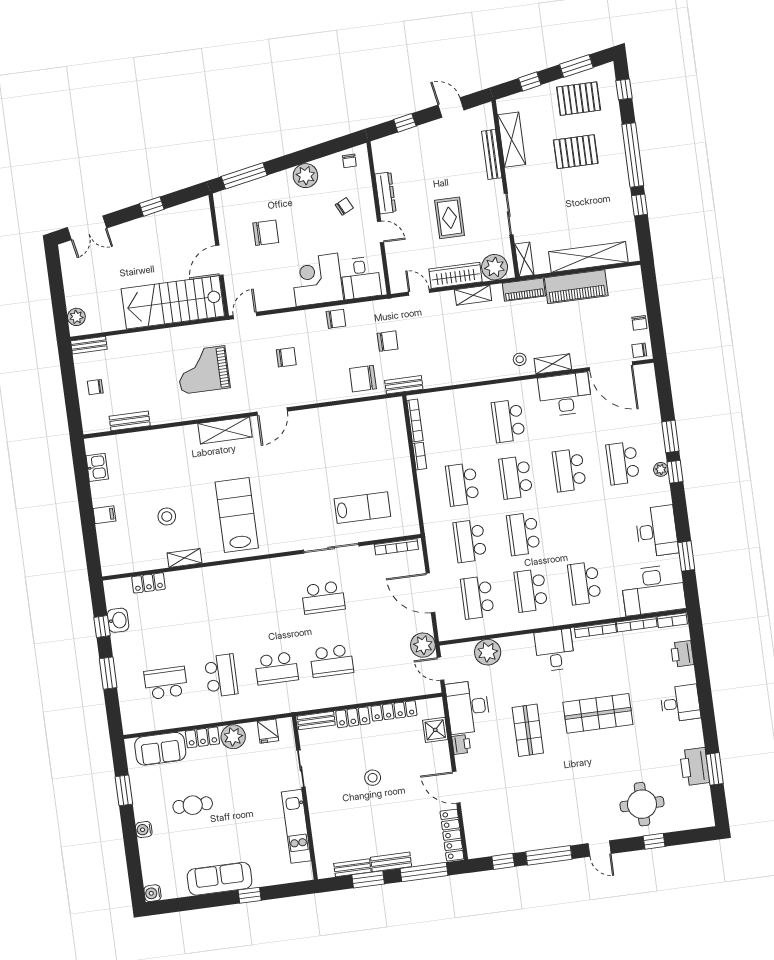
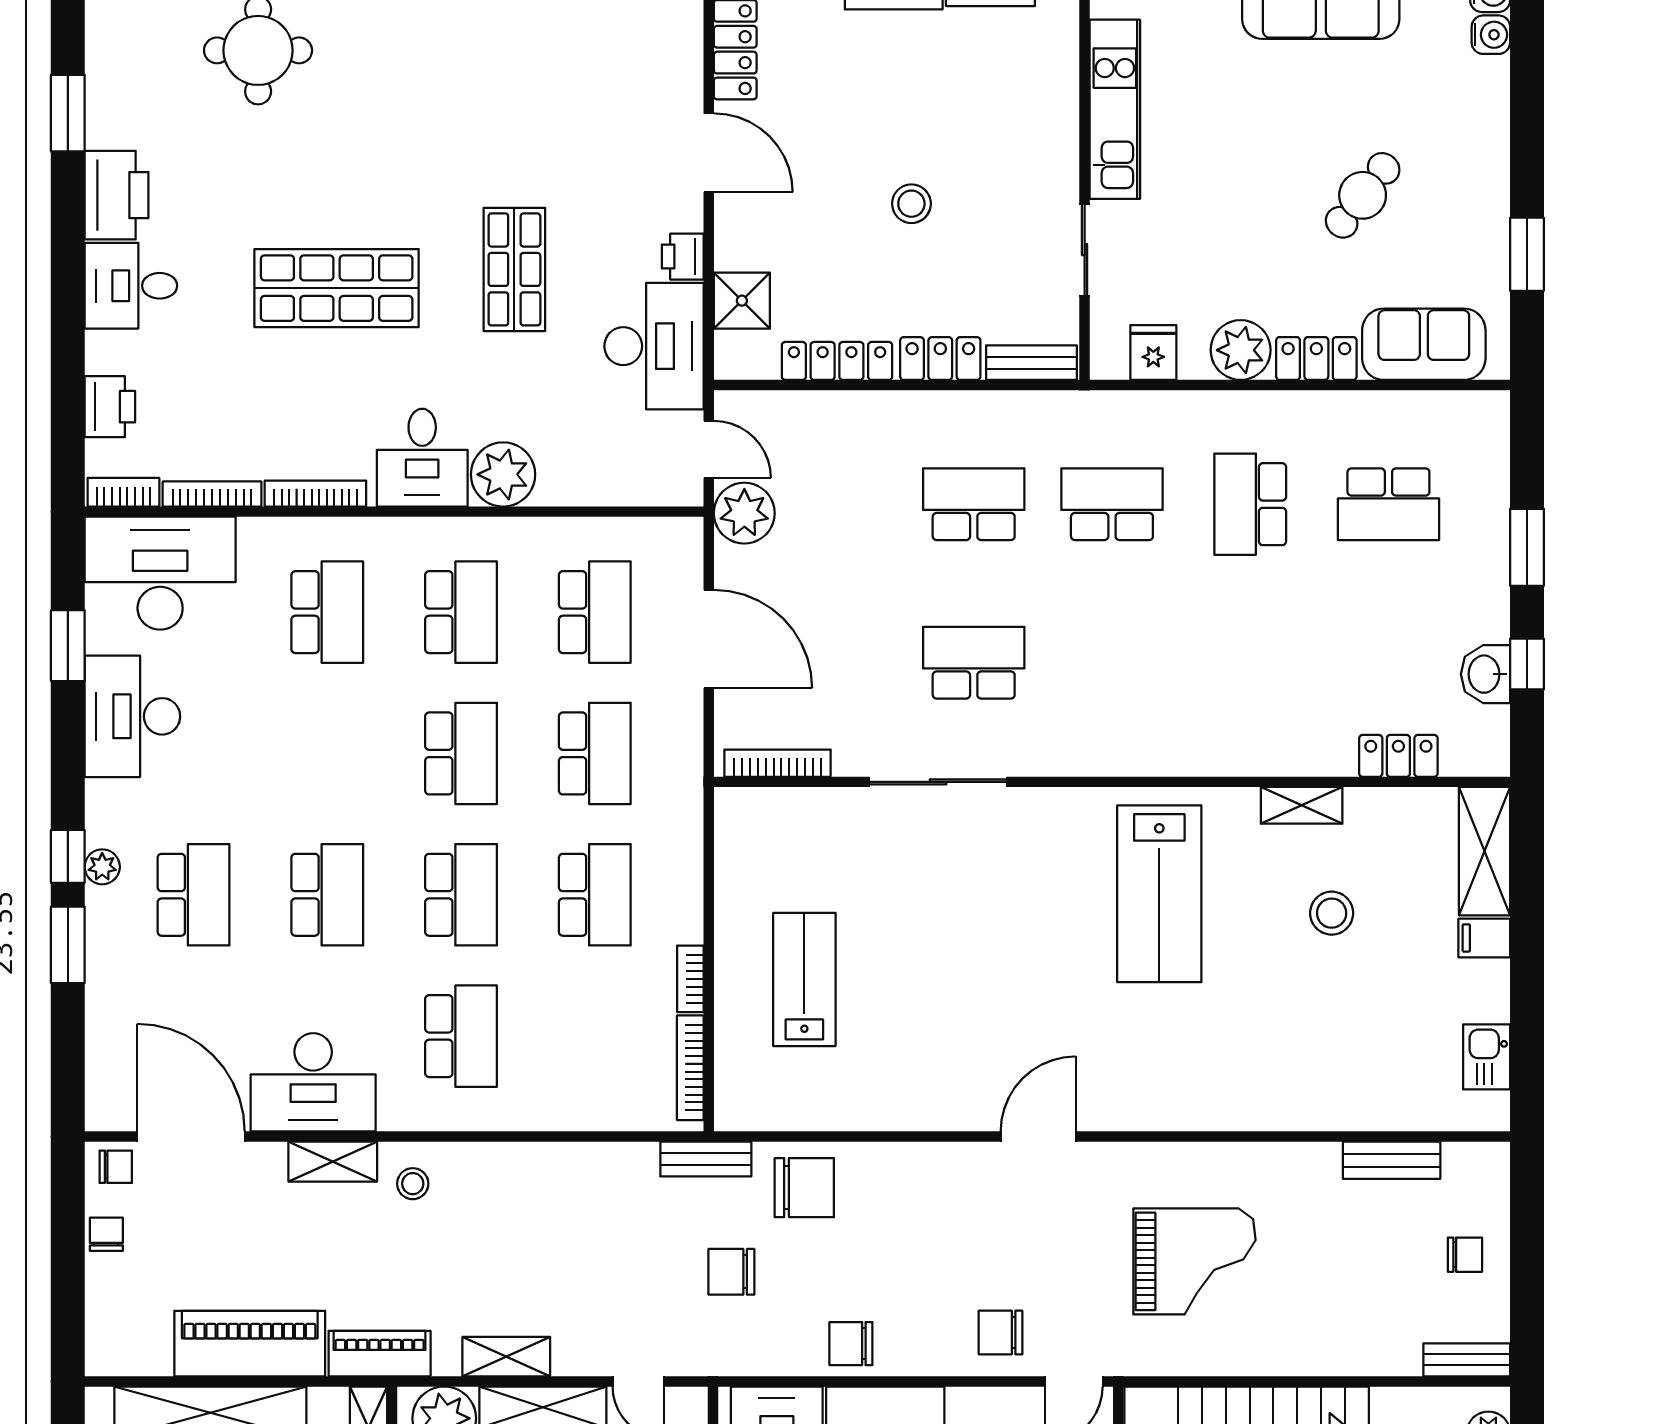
chair: (286, 357) -> (1001, 1332), moved
shelving: (225, 430) -> (1484, 851), moved, turned 90
lab bench: (362, 508) -> (804, 979), moved, turned 90
plant: (488, 652) -> (503, 474), moved
printer: (695, 767) -> (117, 195), moved
cafe table: (193, 805) -> (1363, 195), turned -52
water cooler: (144, 830) -> (1491, 35), moved

